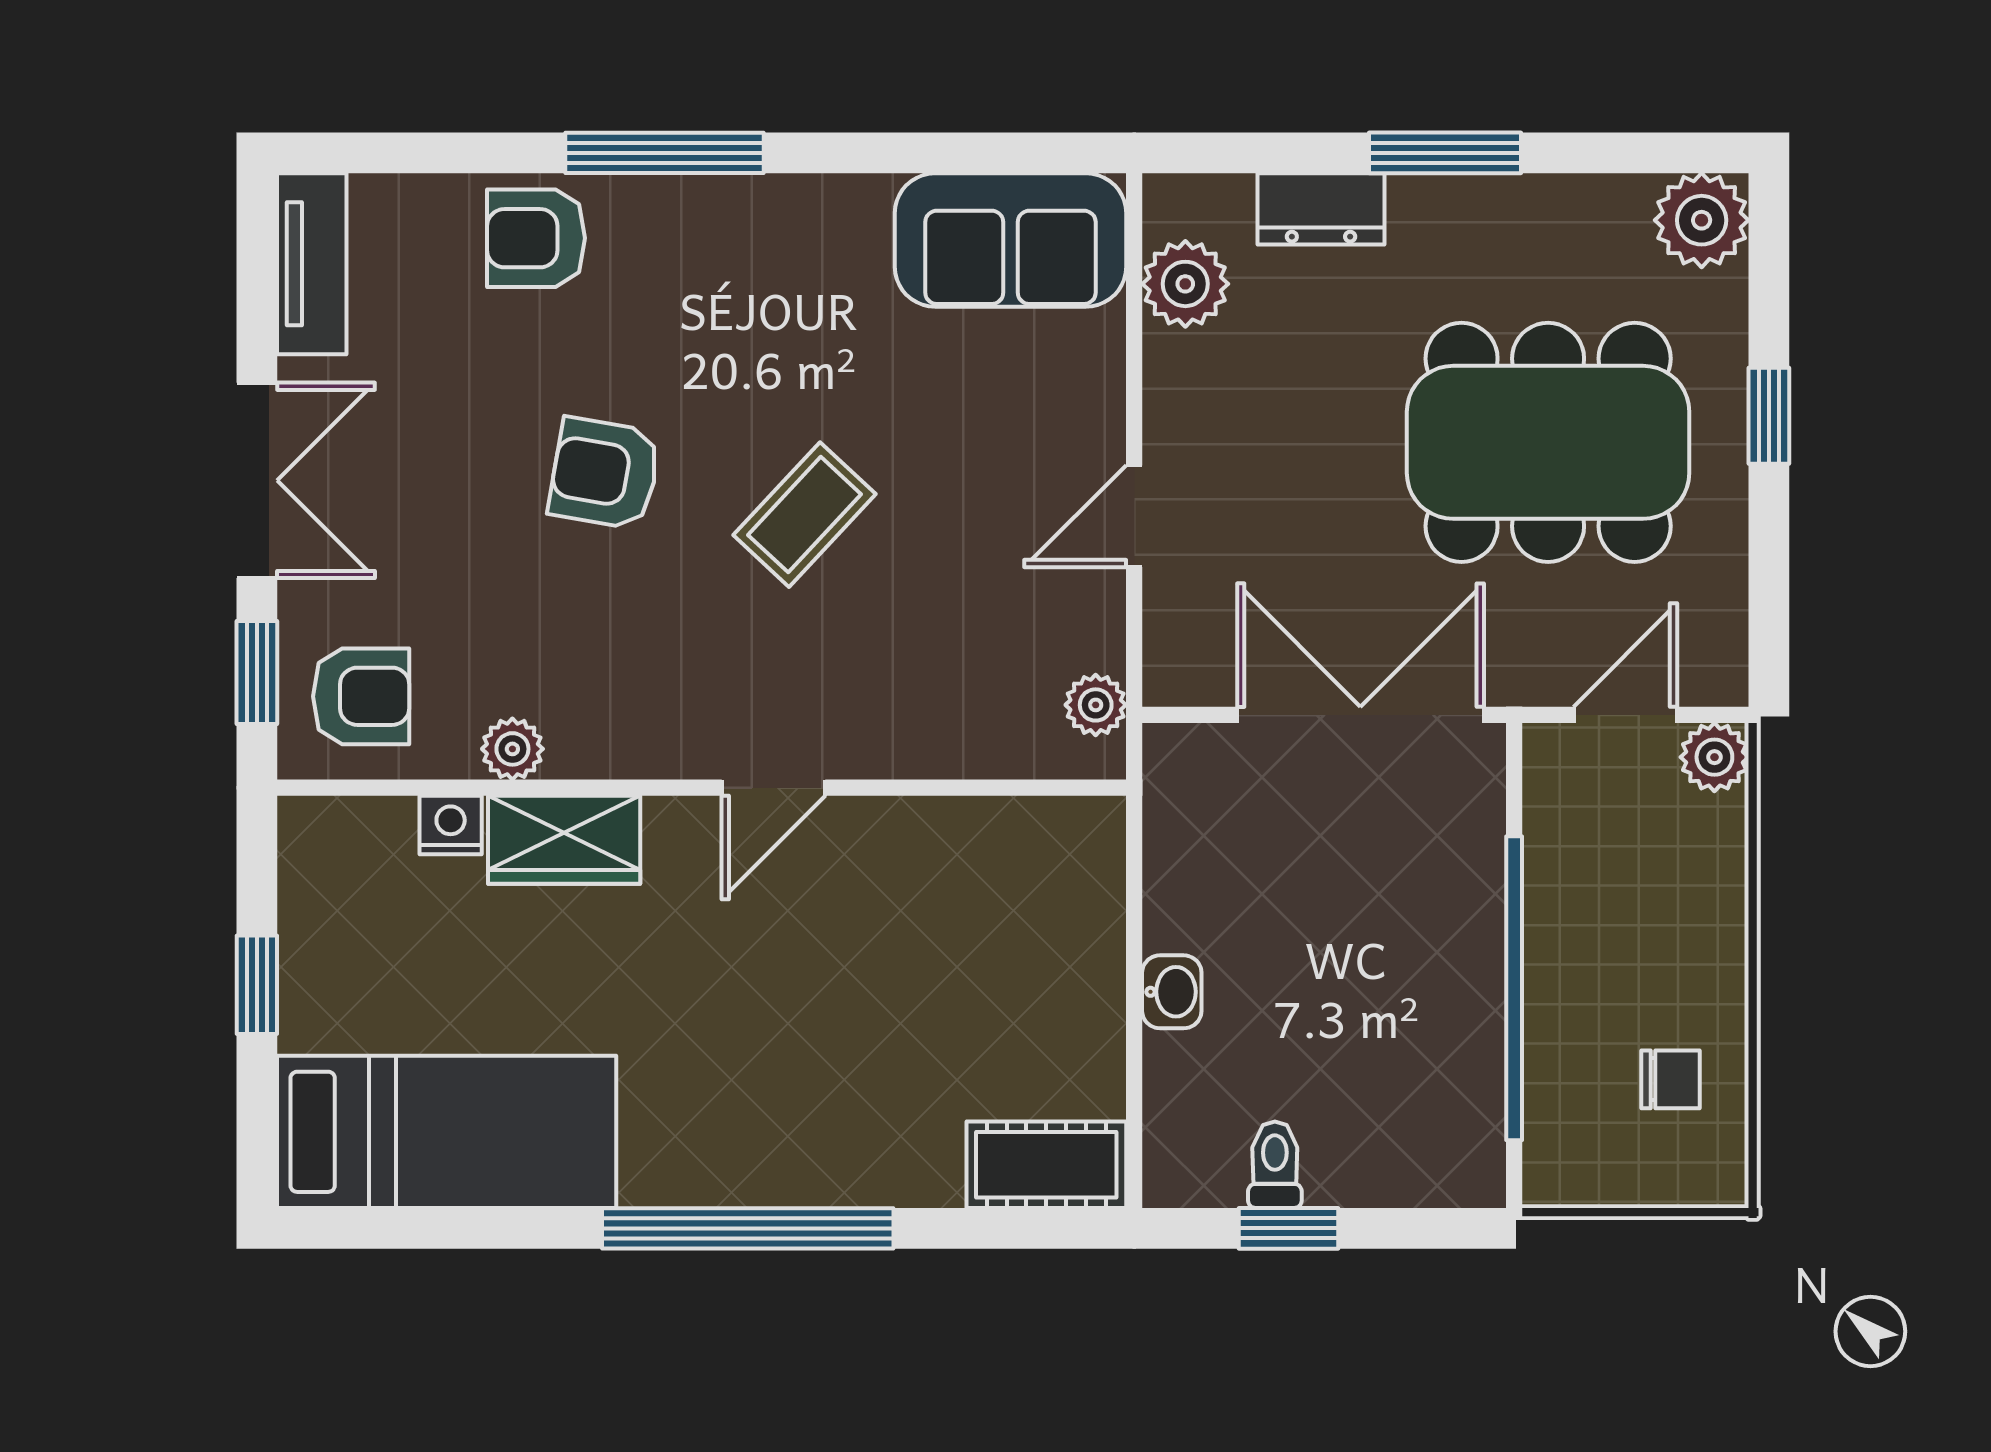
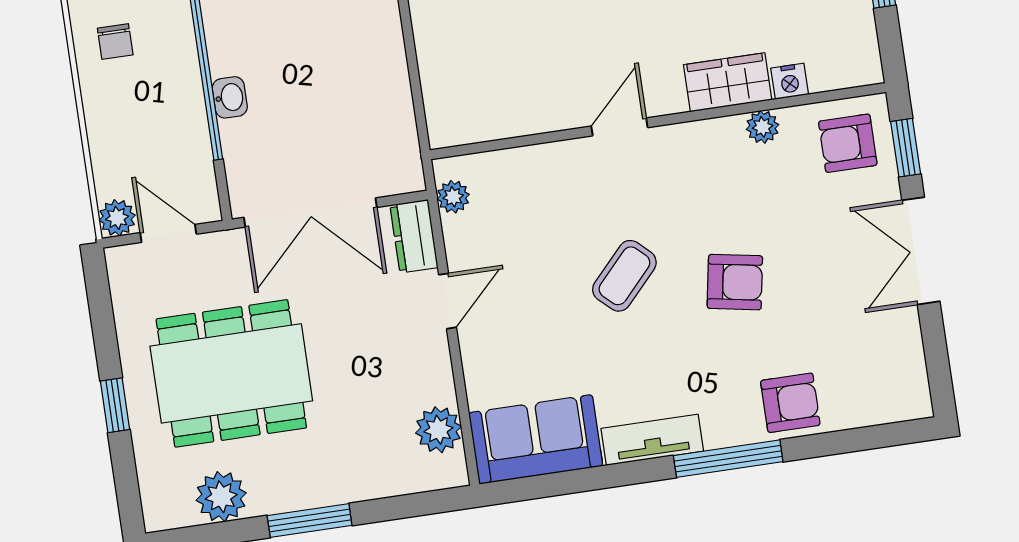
dresser: (1321, 209) -> (414, 236), moved, turned -90
plant: (1702, 220) -> (221, 497), moved
tv unit: (312, 264) -> (652, 440), moved, turned 90
door: (1625, 715) -> (168, 233), swing flipped
washbasin: (1172, 992) -> (230, 97), moved, turned 180
chair: (1671, 1079) -> (115, 41), turned -90

